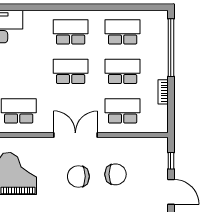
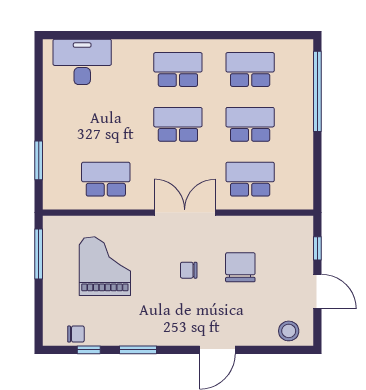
bookcase: (163, 92) -> (306, 153), removed
chair: (116, 174) -> (240, 267), turned -90
chair: (78, 176) -> (189, 270), width x0.54, depth x0.54

